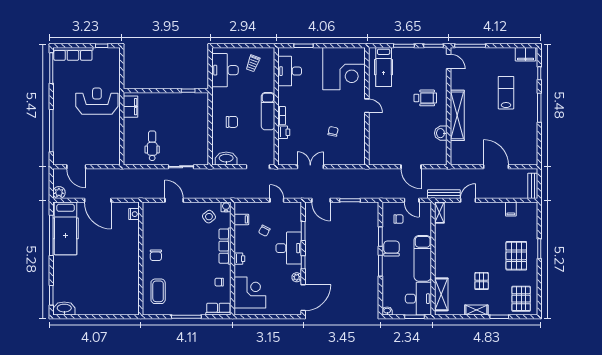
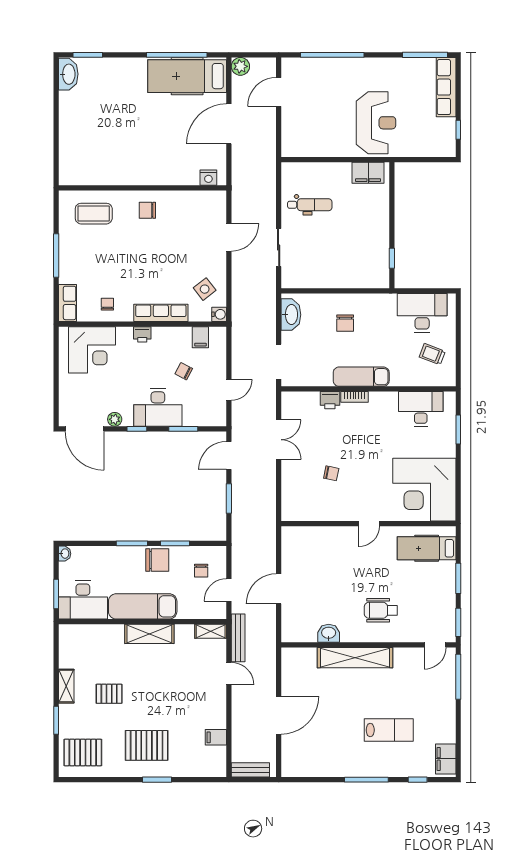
wheelchair: (425, 98) -> (381, 610), turned 90
shelving: (441, 294) -> (149, 634), moved

